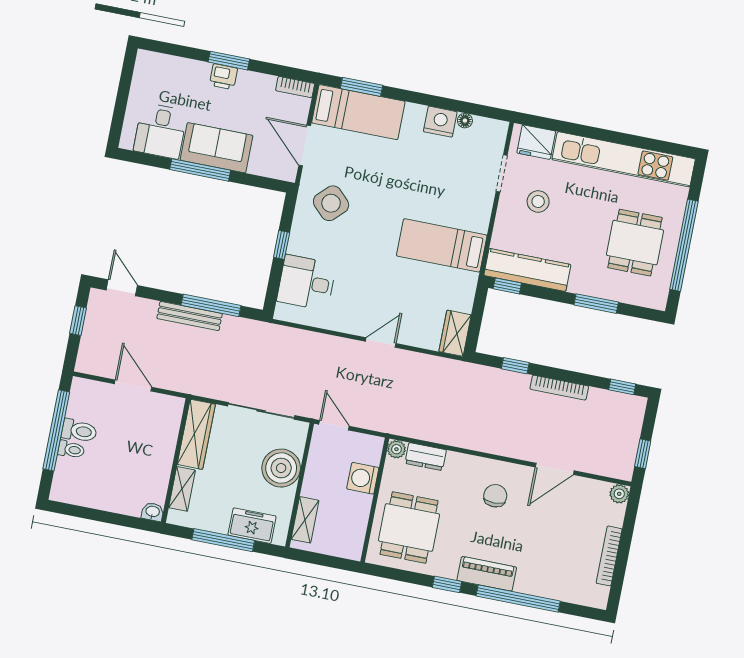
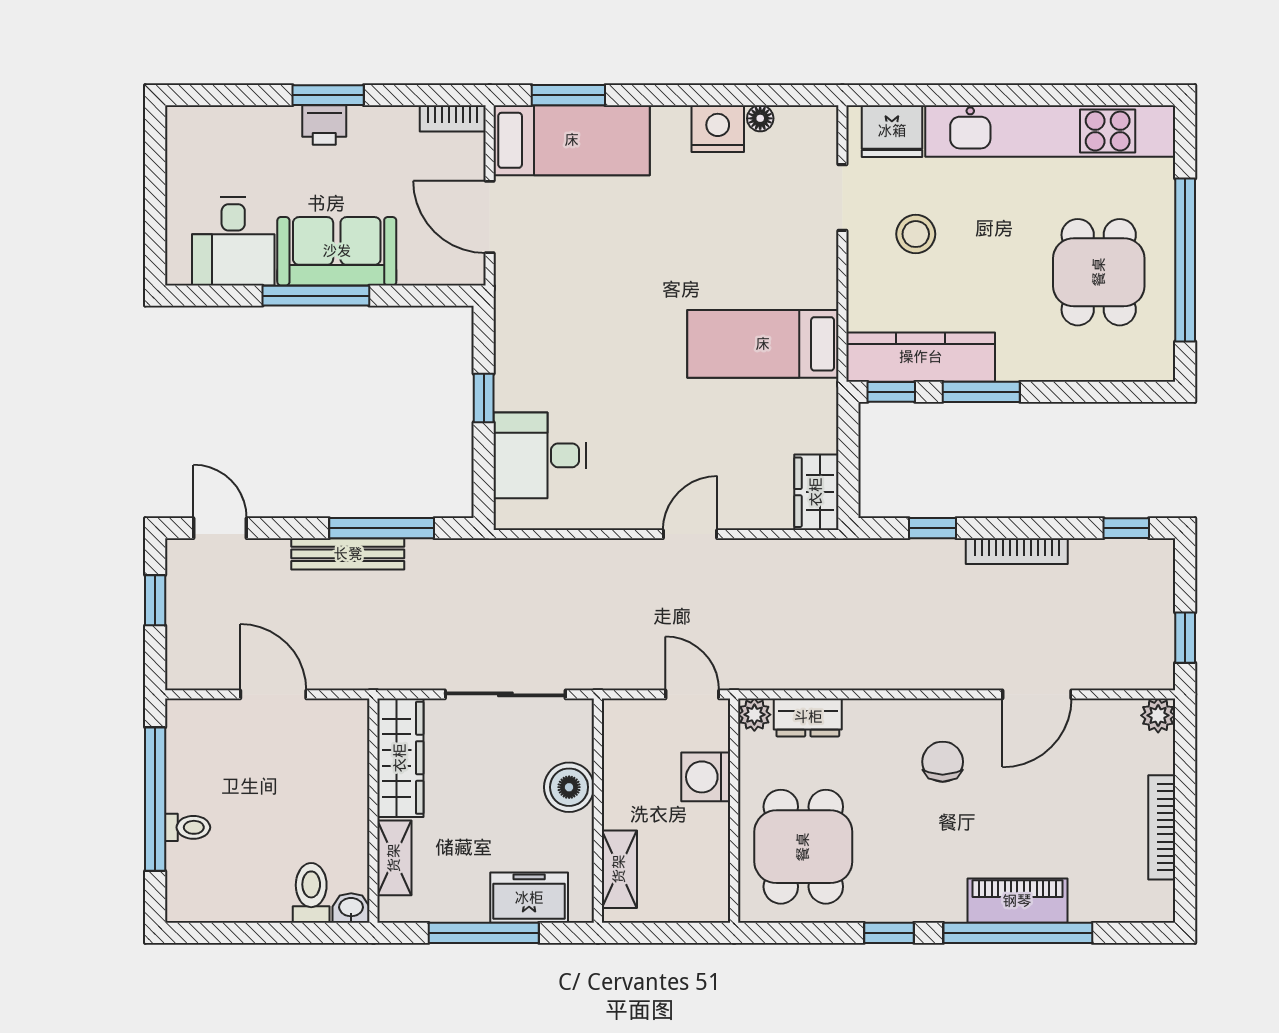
side table: (331, 203) -> (555, 308), removed
window: (596, 304) -> (981, 392), moved
door: (334, 425) -> (692, 694), moved
toilet: (79, 431) -> (311, 893), moved, turned -90
boiler: (281, 468) -> (569, 787), width x0.73, depth x0.73
piano: (487, 574) -> (1017, 901), moved

